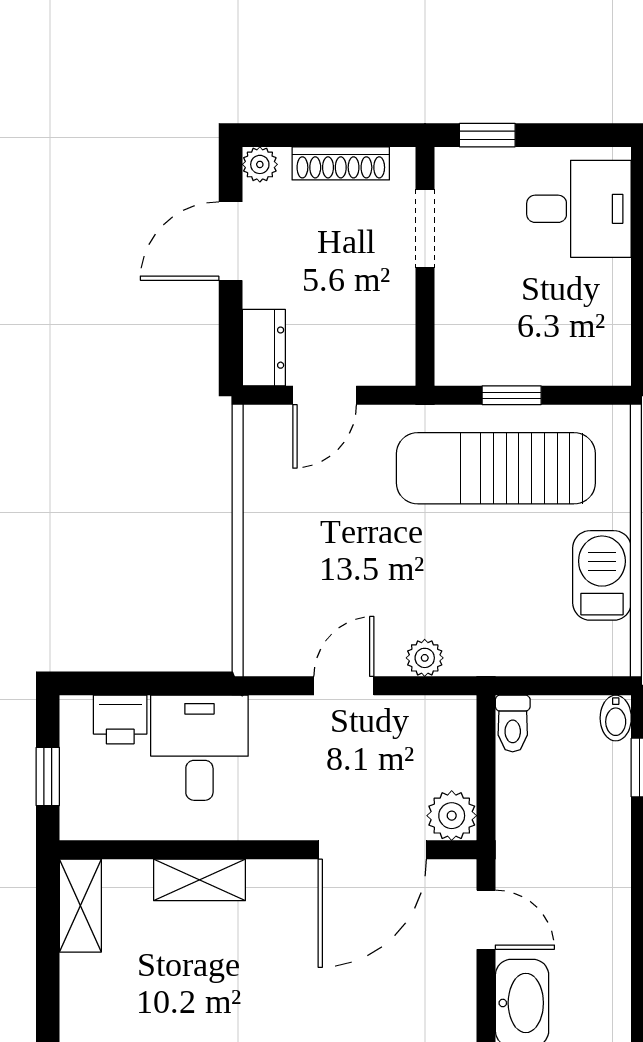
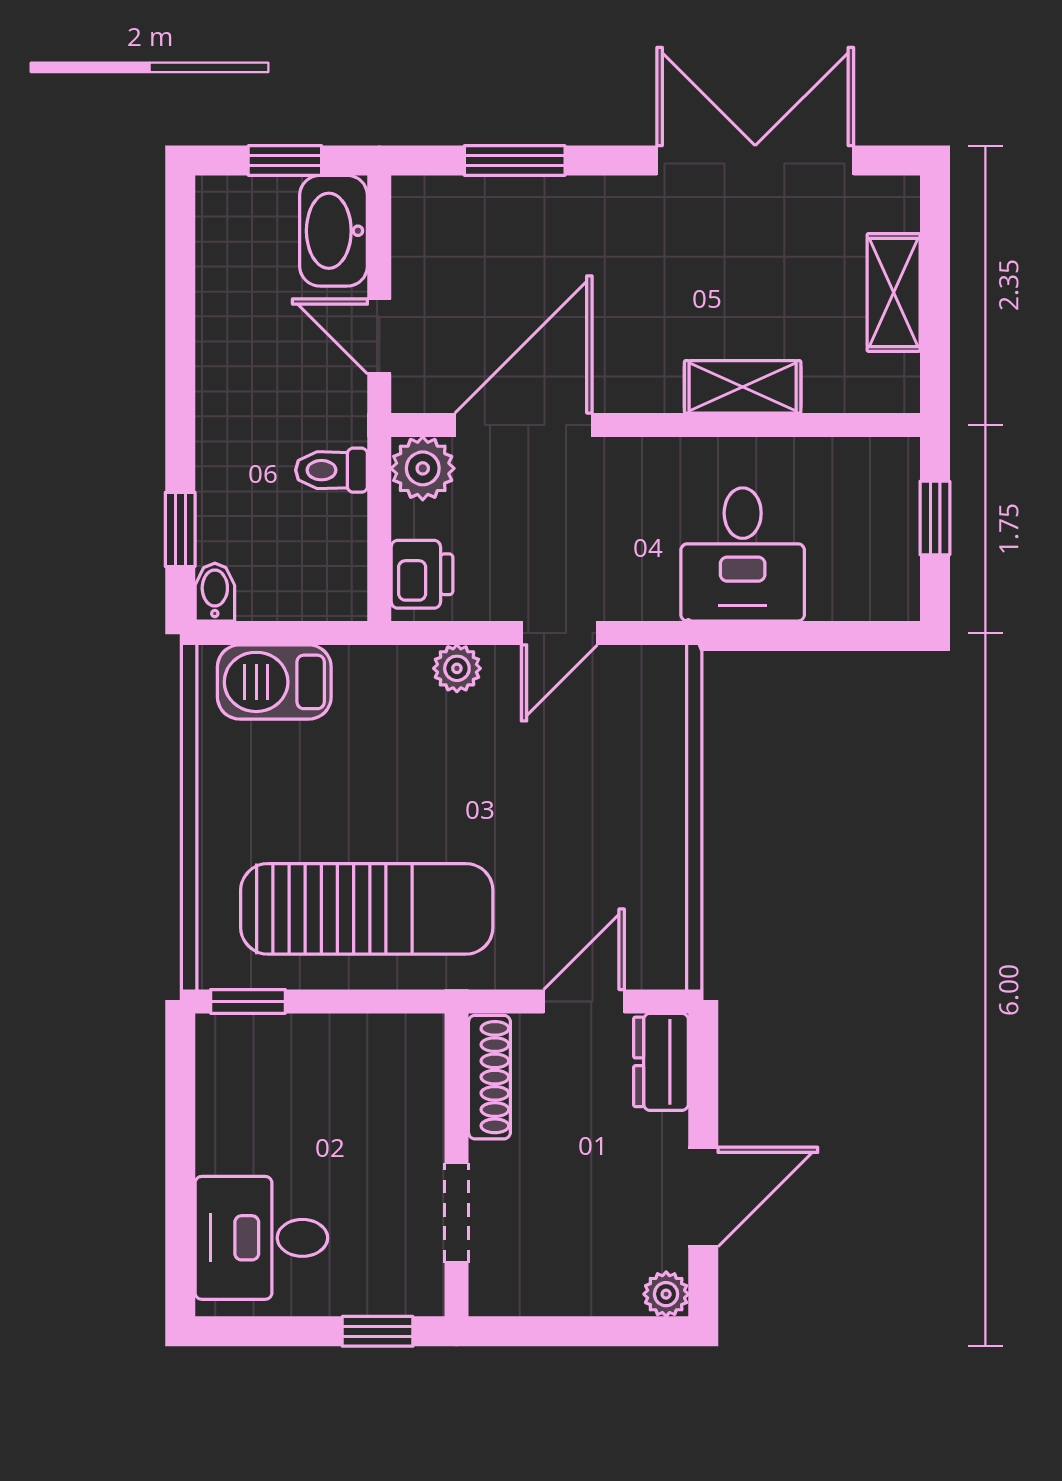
shoe rack: (341, 163) -> (489, 1077), moved, turned 90
window: (512, 395) -> (248, 1001), moved
barbecue: (602, 575) -> (274, 682), moved, turned 90
printer: (120, 720) -> (422, 574), moved, turned 90
toilet: (513, 723) -> (332, 470), moved, turned -90
shelving: (80, 906) -> (894, 292), moved

